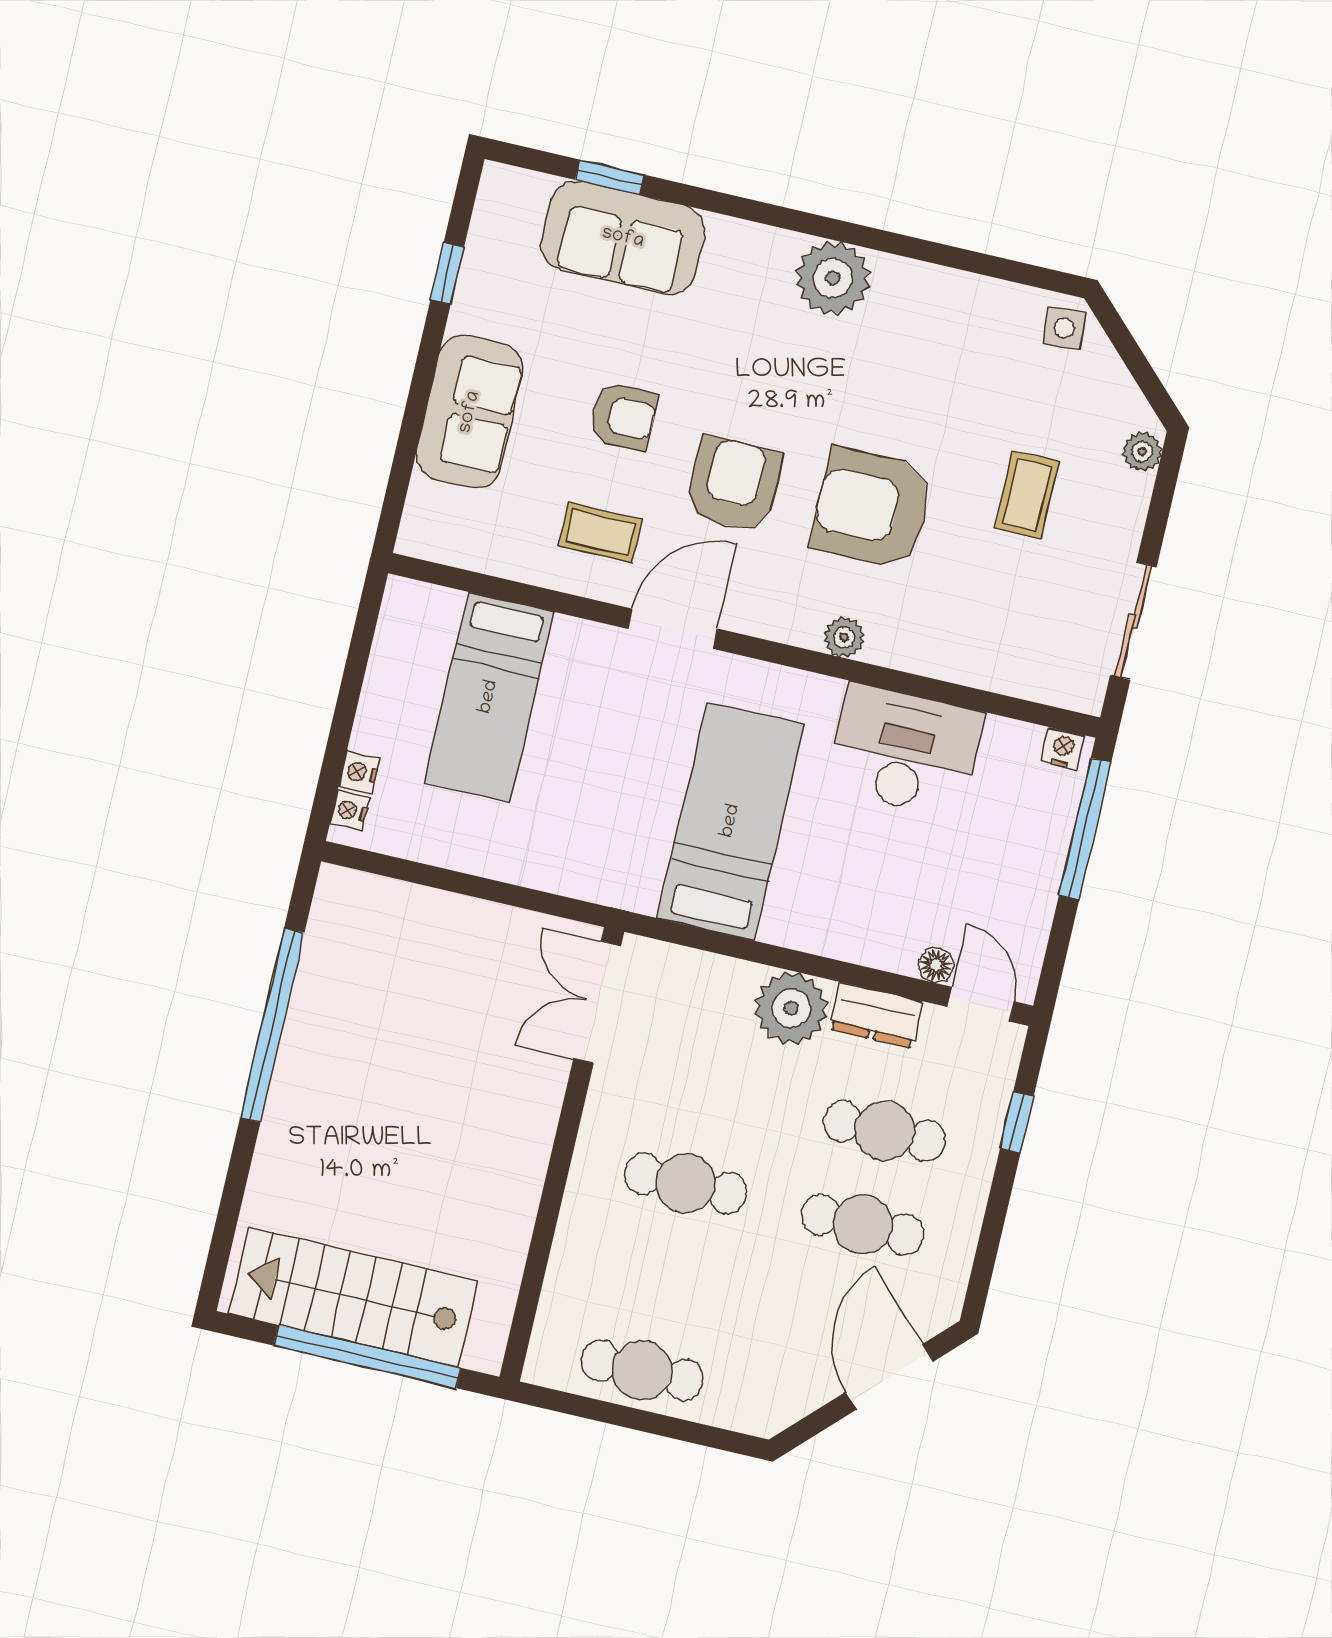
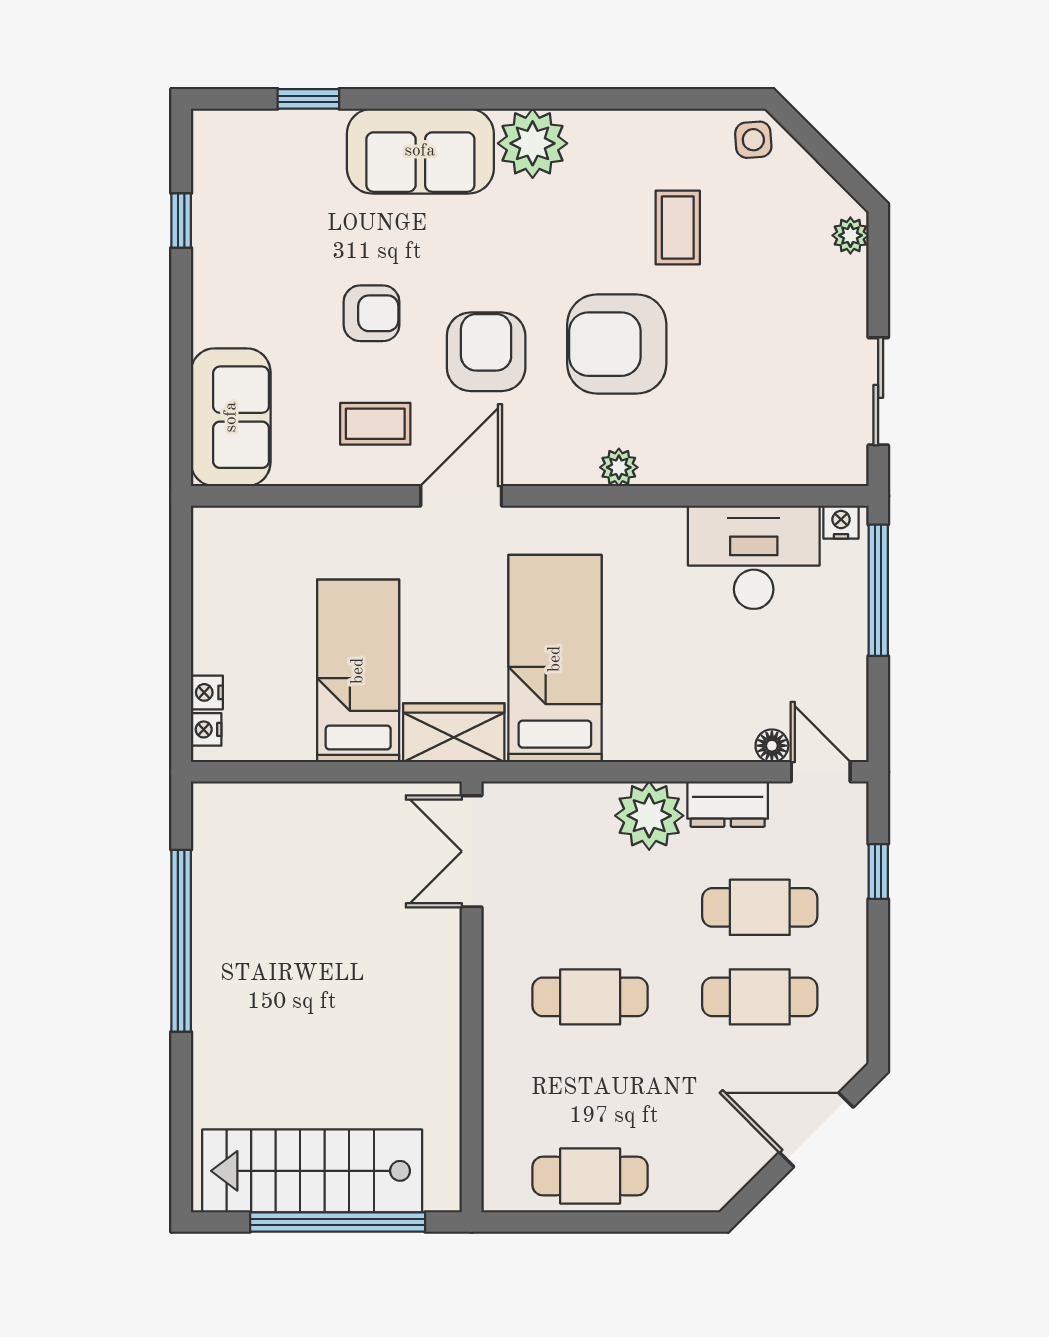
sofa: (623, 238) -> (420, 151), moved
sofa: (470, 412) -> (231, 417), moved
coffee table: (1027, 495) -> (678, 228), moved
bed: (489, 697) -> (358, 671), moved, turned 180
desk: (905, 750) -> (754, 557), moved
wardrobe: (607, 874) -> (454, 733), added
door: (889, 1377) -> (816, 1130), hinge flipped

